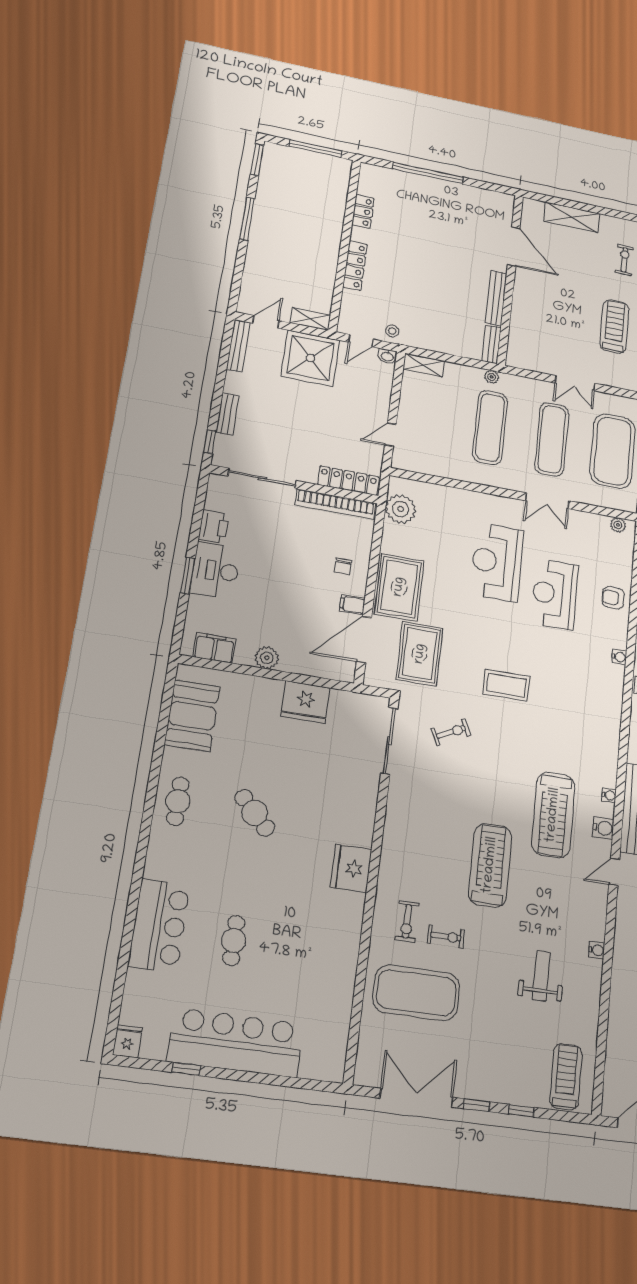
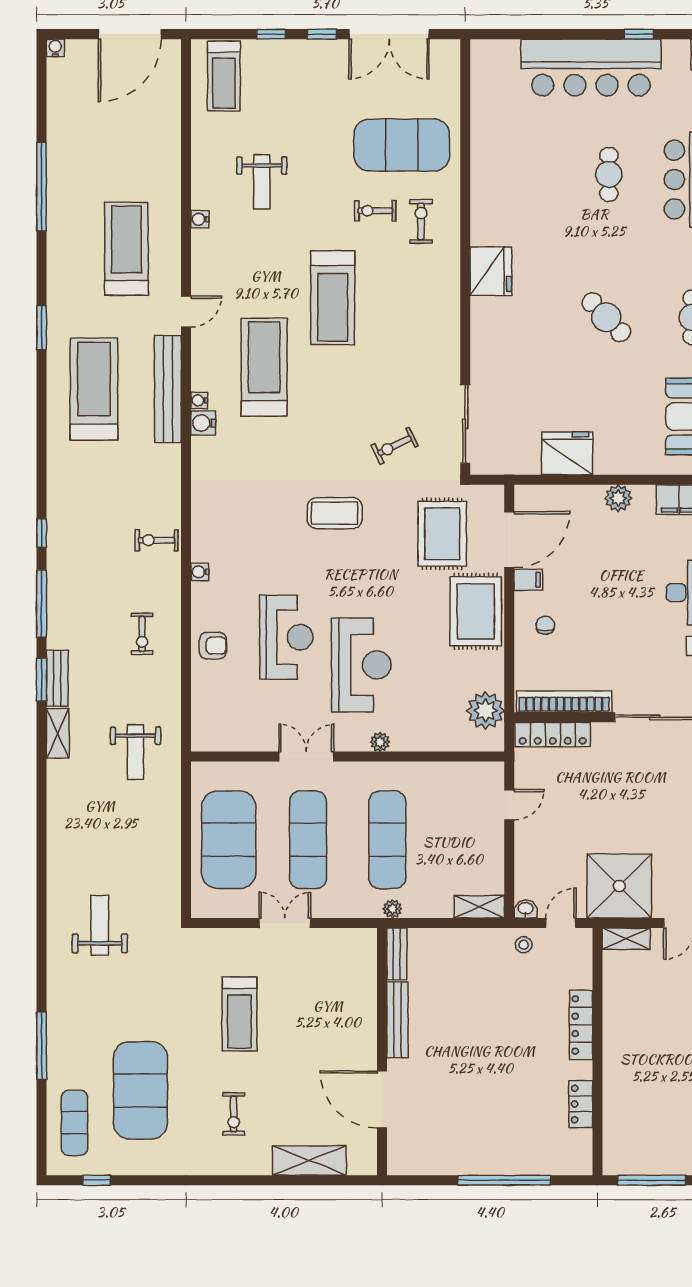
plant: (618, 525) -> (380, 742), moved
water cooler: (603, 828) -> (203, 423), moved

